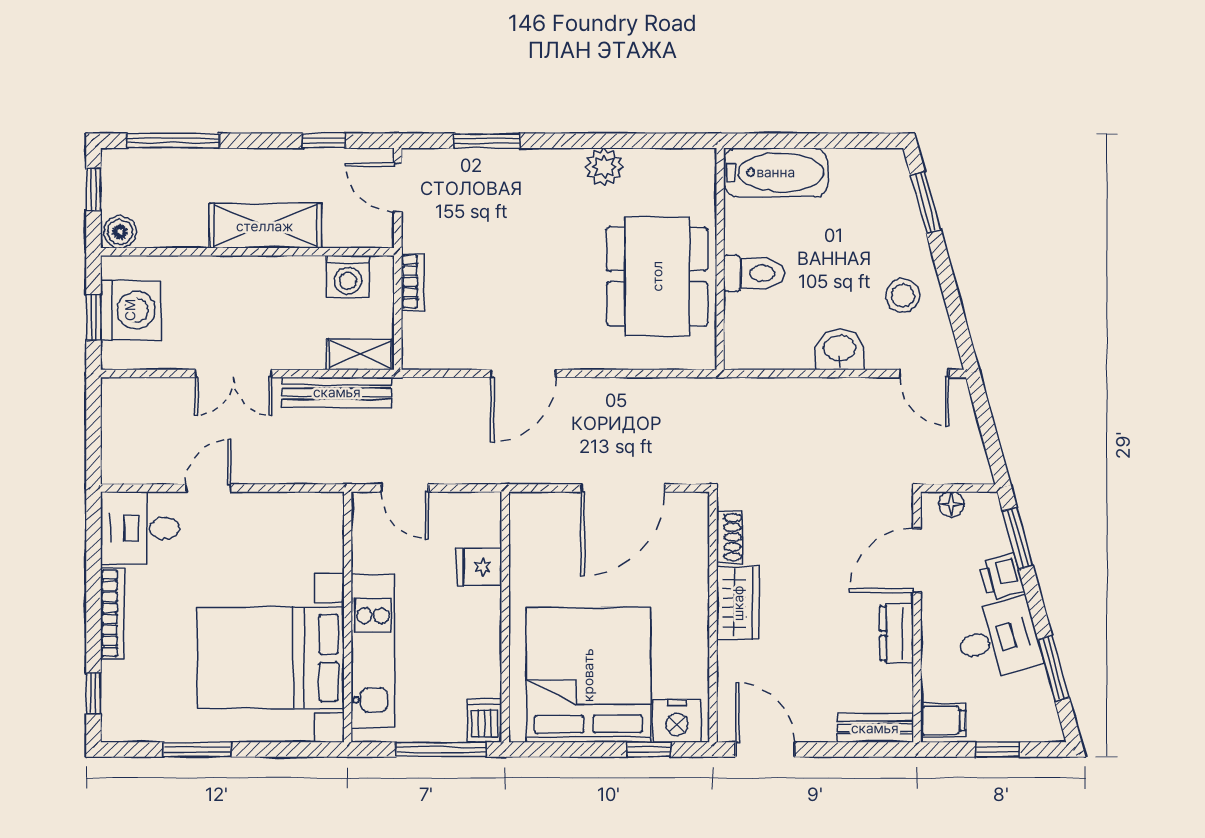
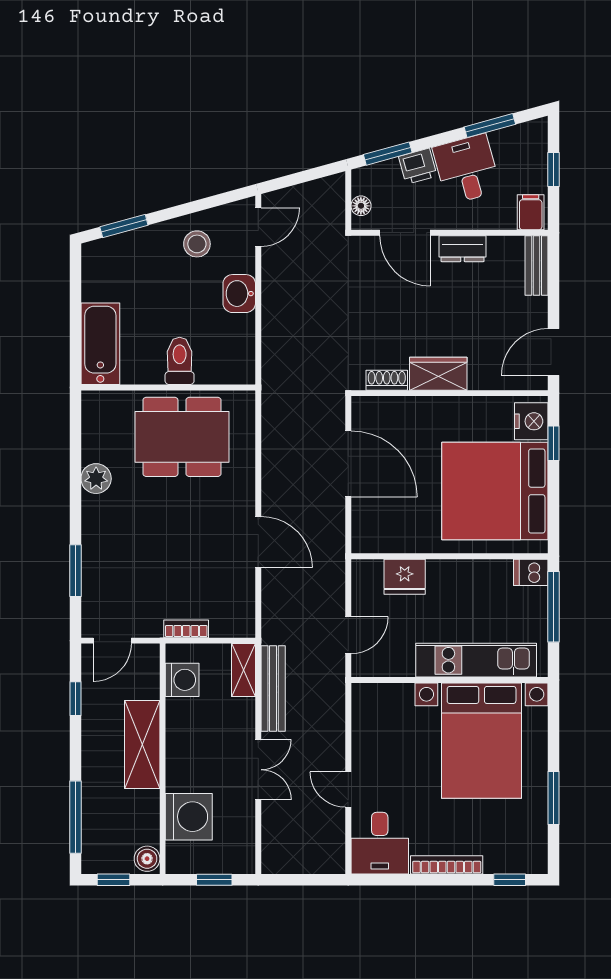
washing machine: (130, 310) -> (189, 817), moved, turned 90
fridge: (479, 567) -> (405, 577), width x1.38

